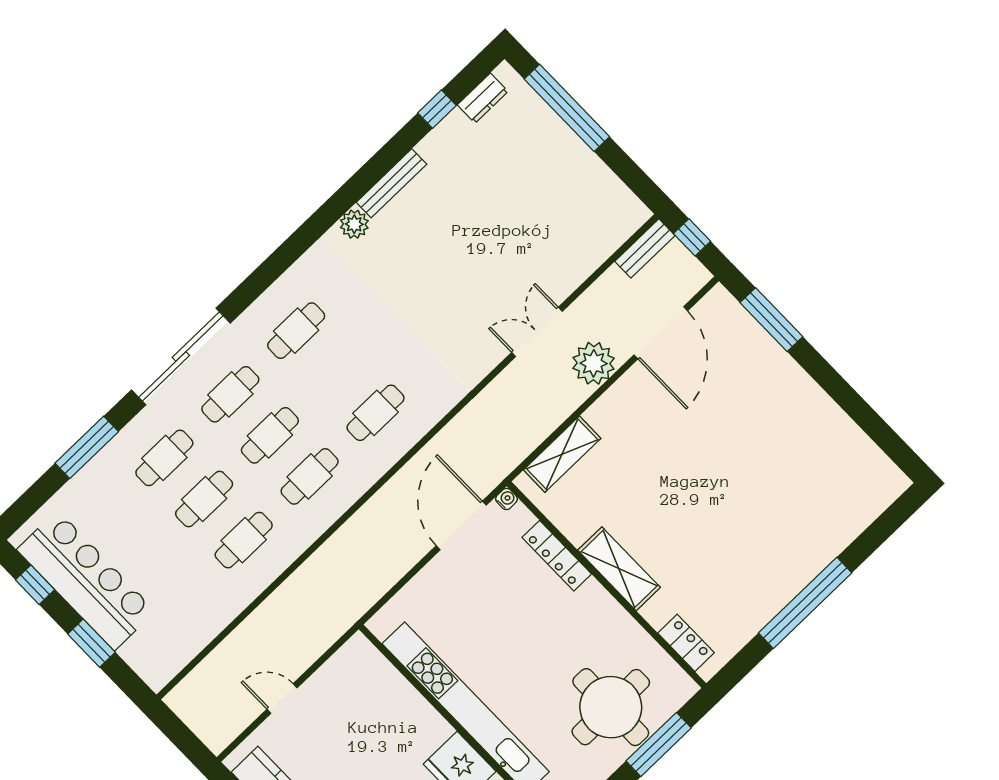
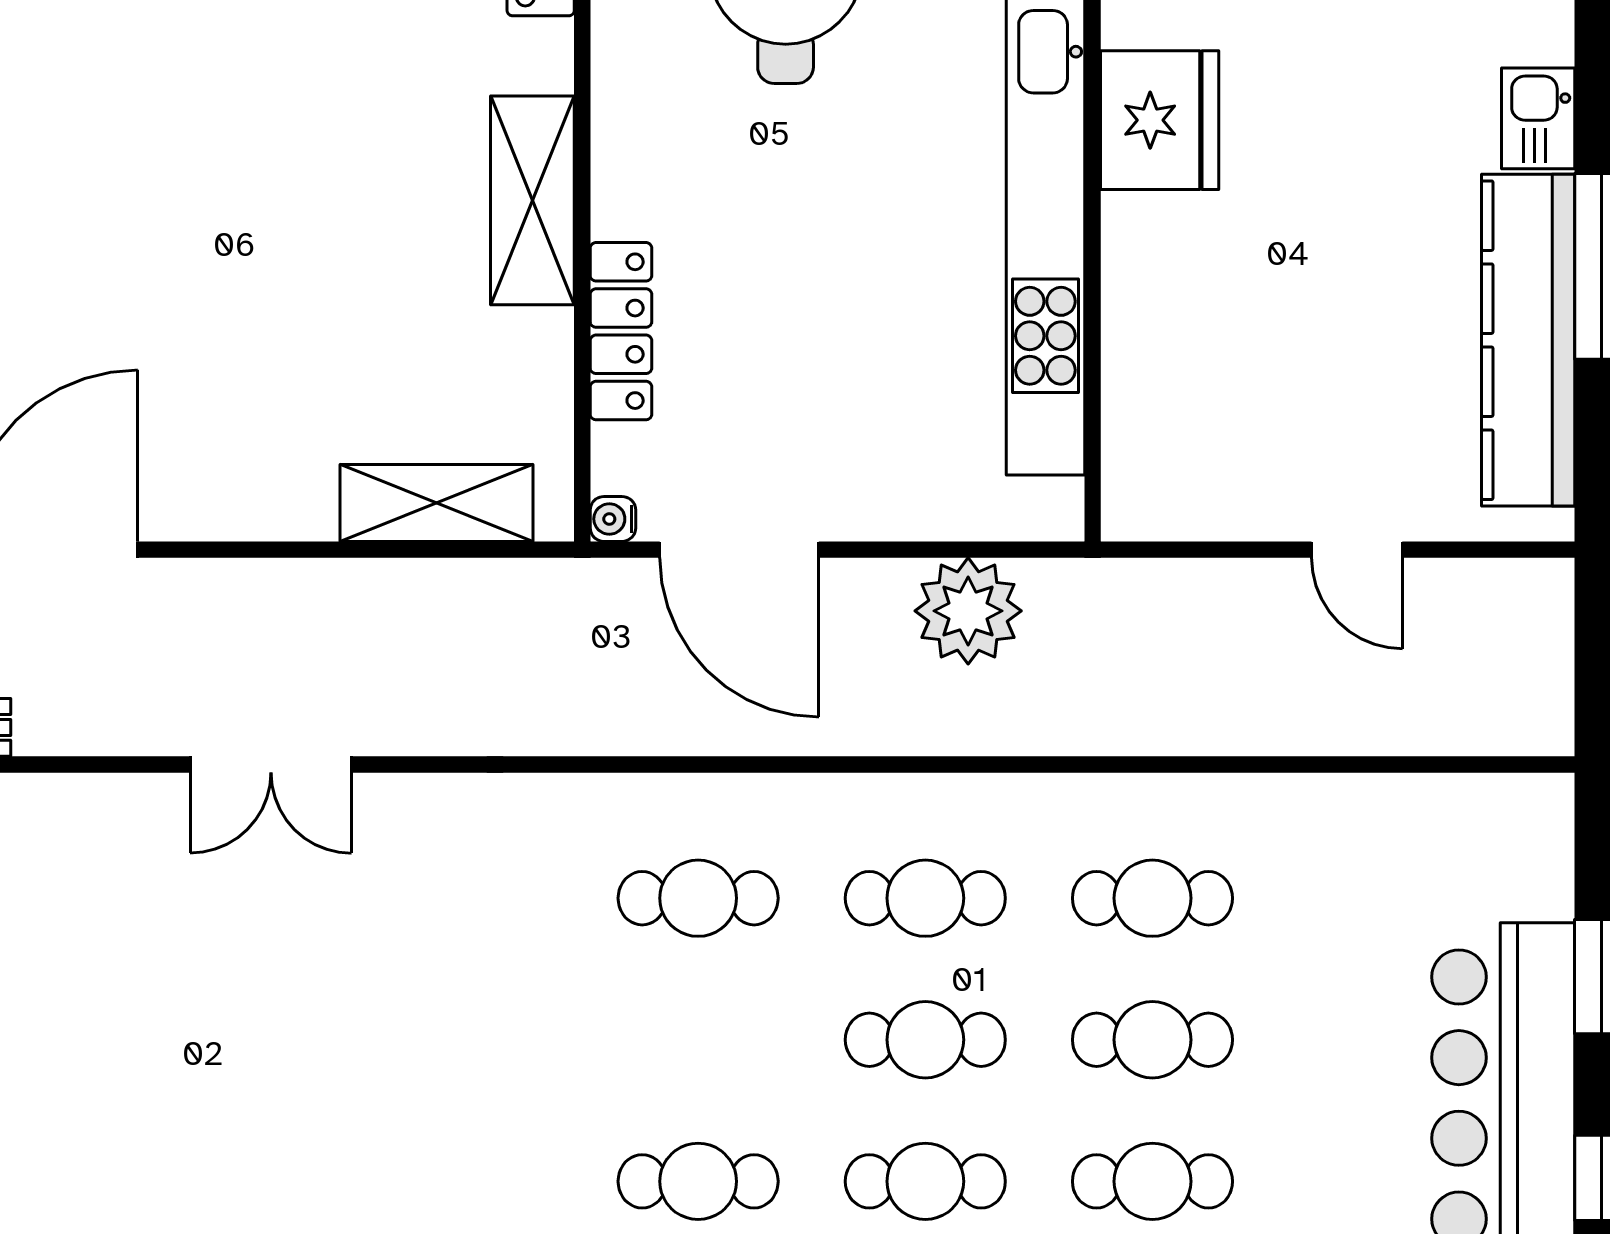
plant: (594, 363) -> (968, 611), moved
door: (461, 525) -> (739, 550), hinge flipped

